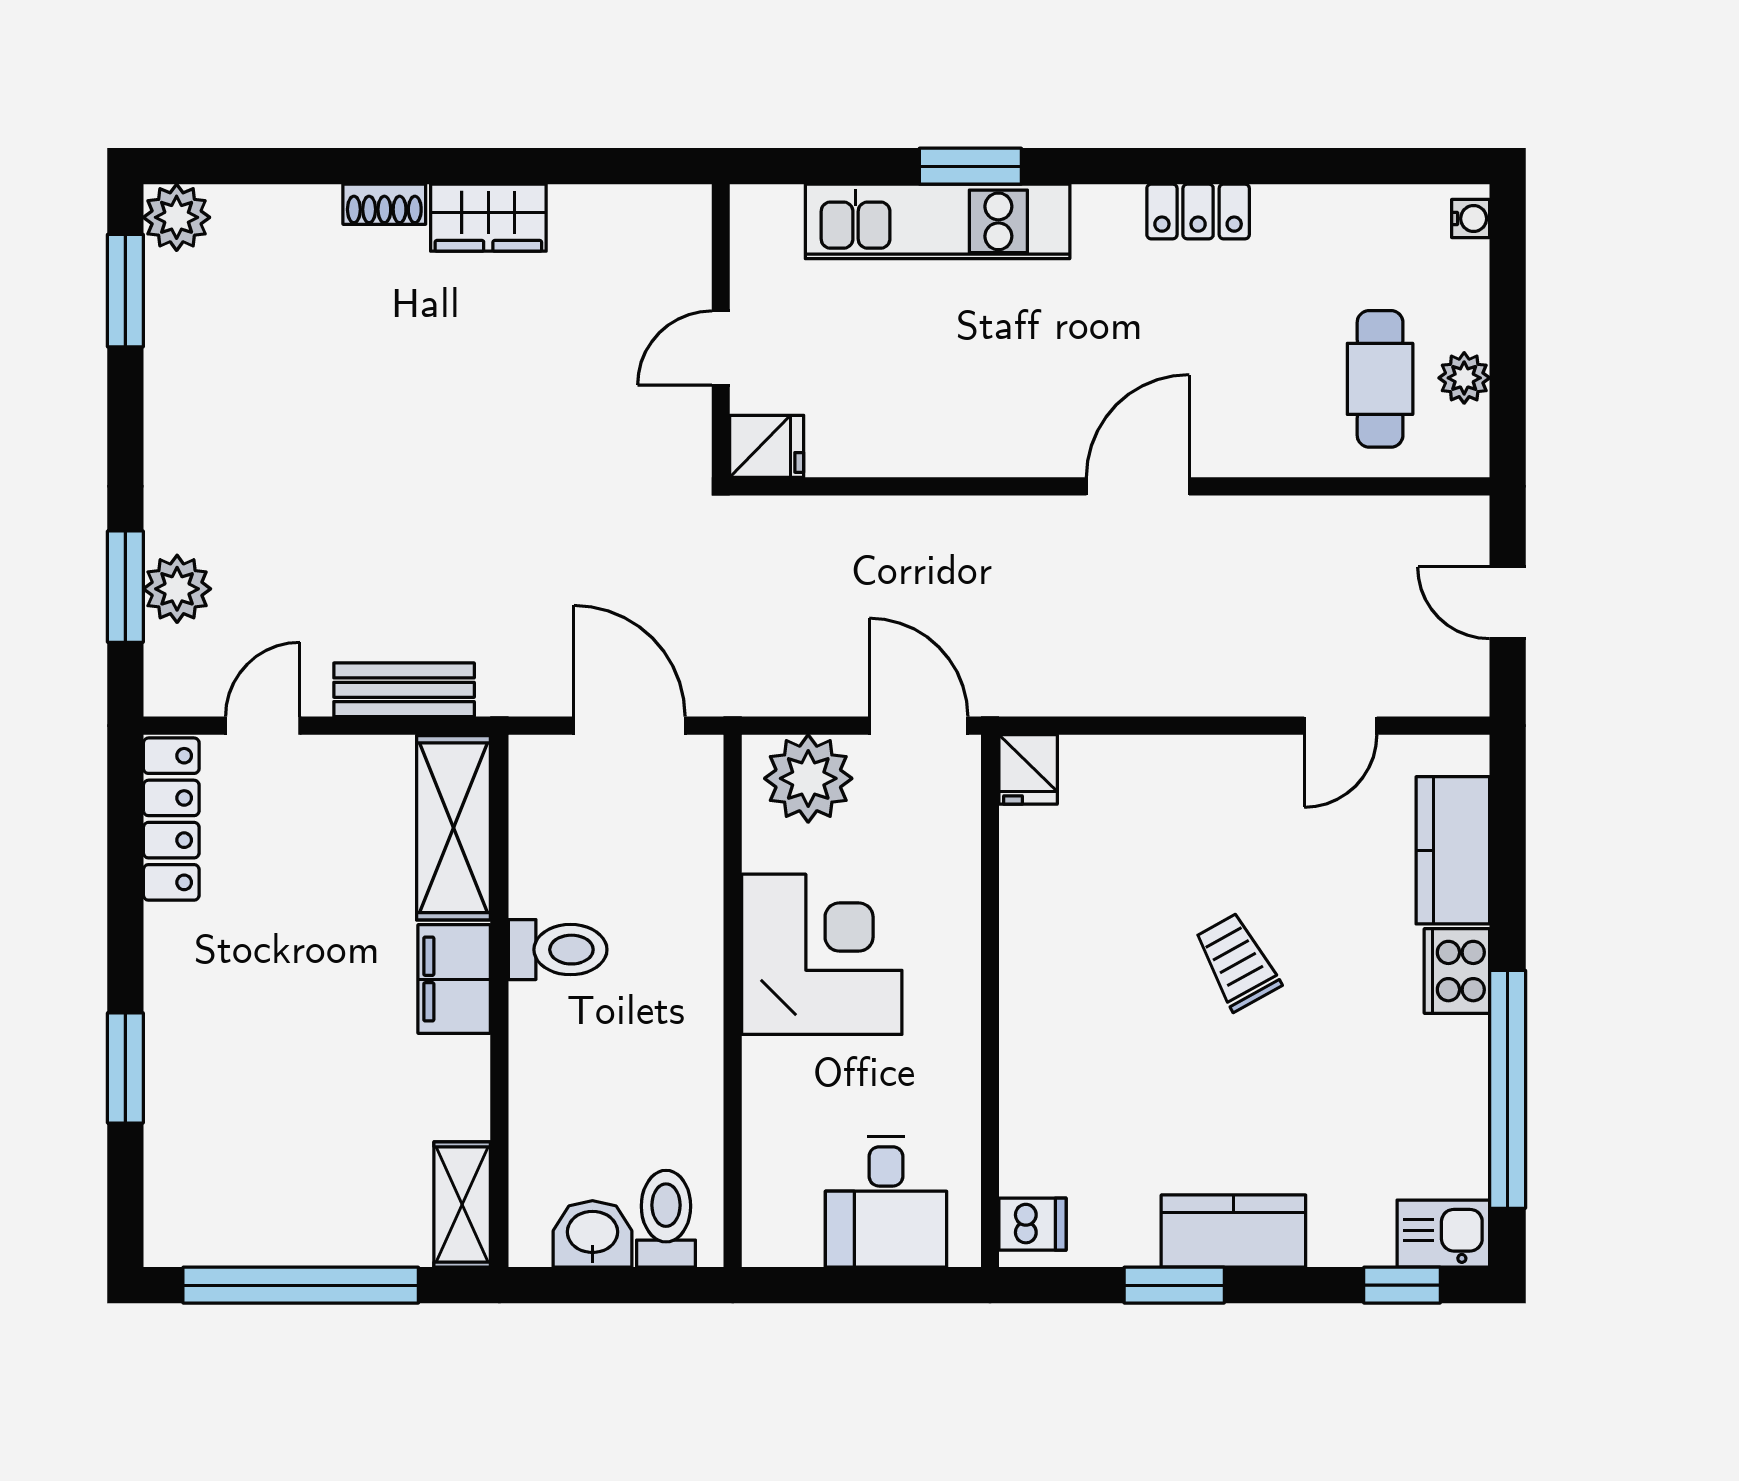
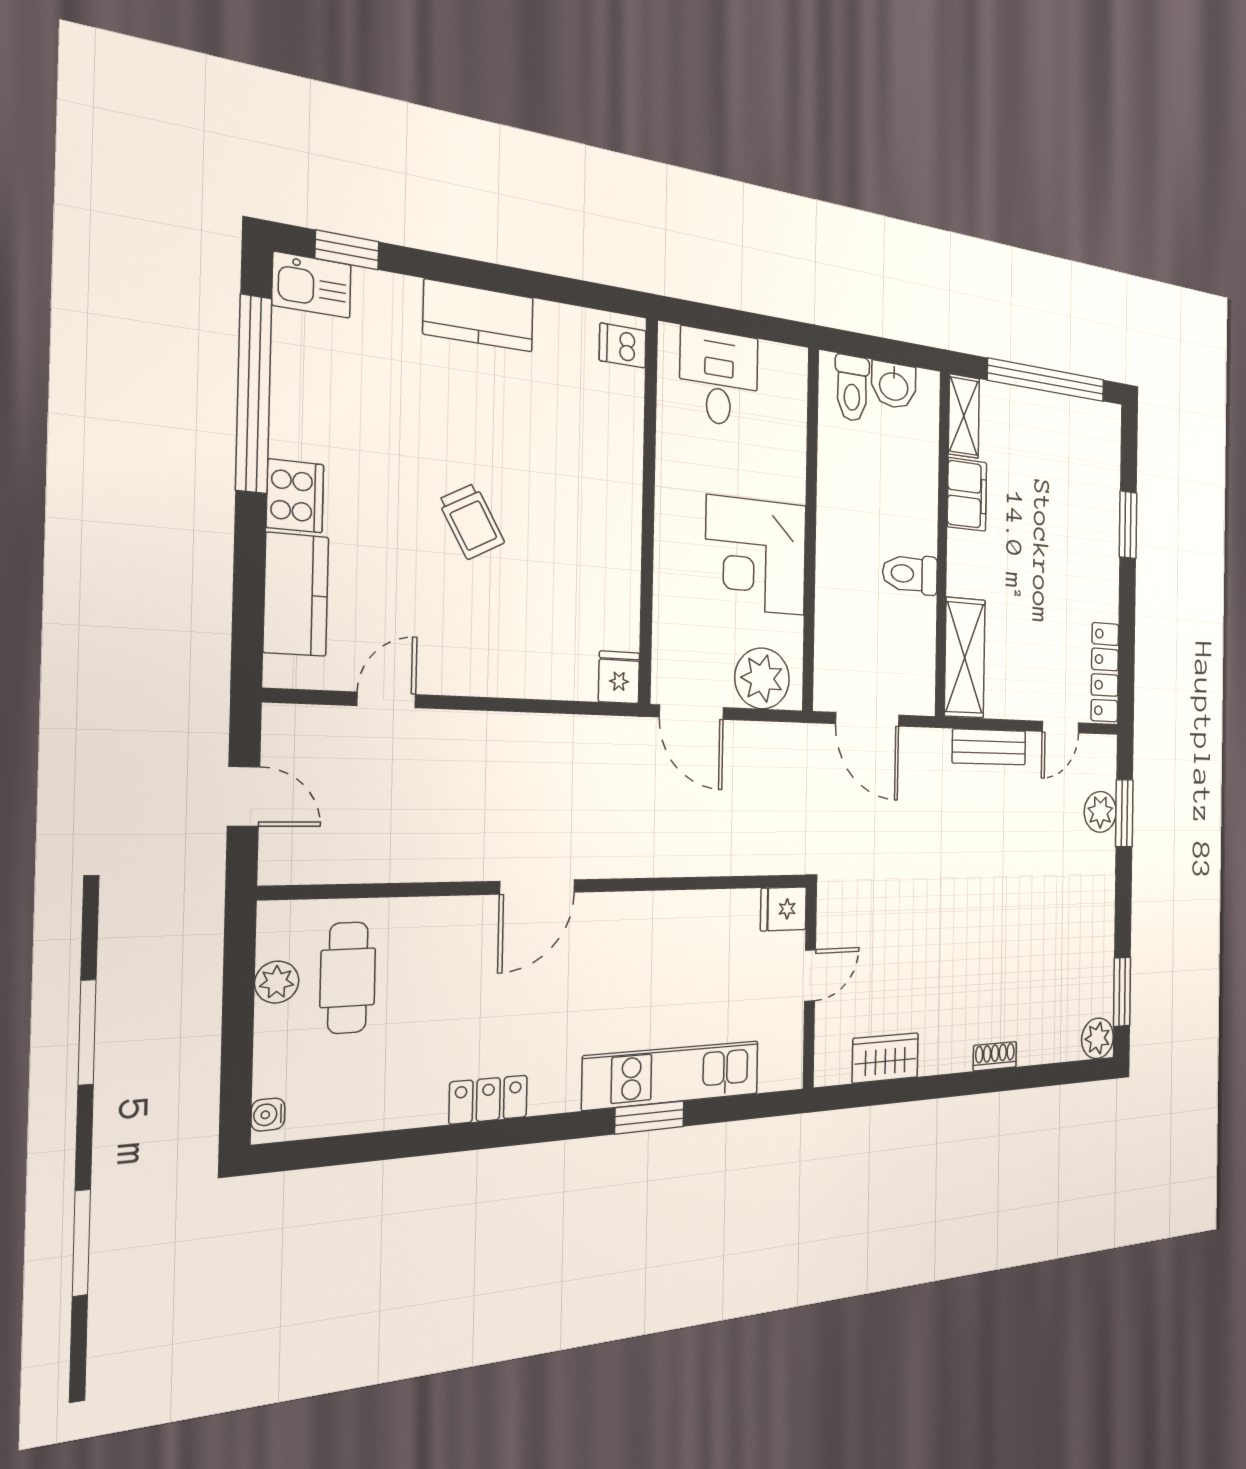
wardrobe: (488, 218) -> (885, 1058), moved
filing cabinet: (454, 979) -> (967, 494), moved
window: (1174, 1285) -> (524, 283), removed

